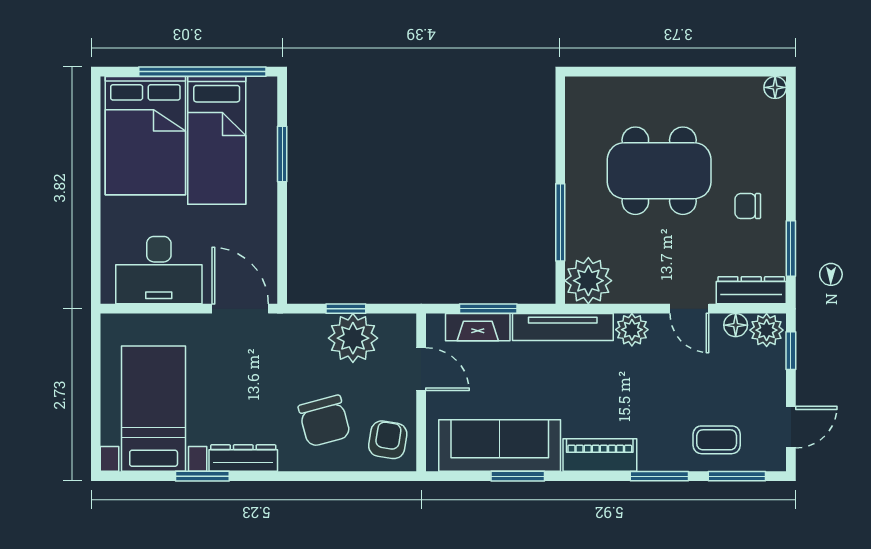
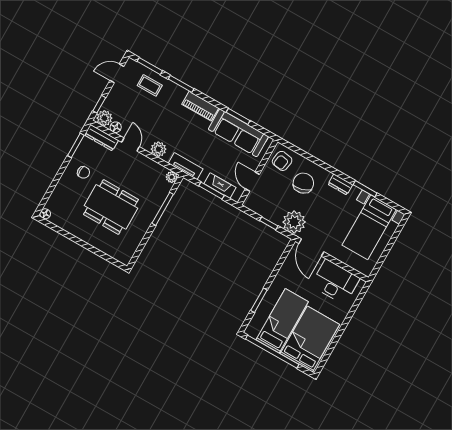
plant: (588, 281) -> (172, 177), width x0.53, depth x0.53
tv unit: (563, 327) -> (186, 166), width x0.71
plant: (353, 338) -> (294, 222), moved
dresser: (243, 458) -> (340, 184), width x0.70

